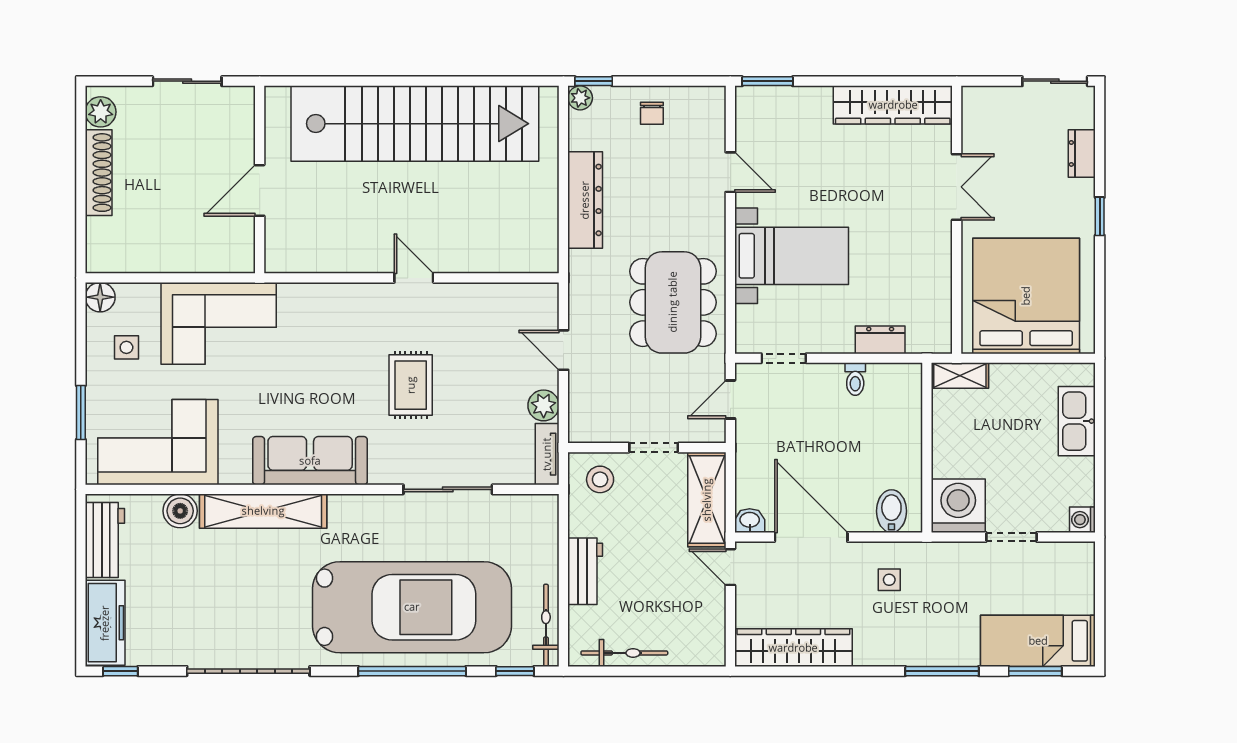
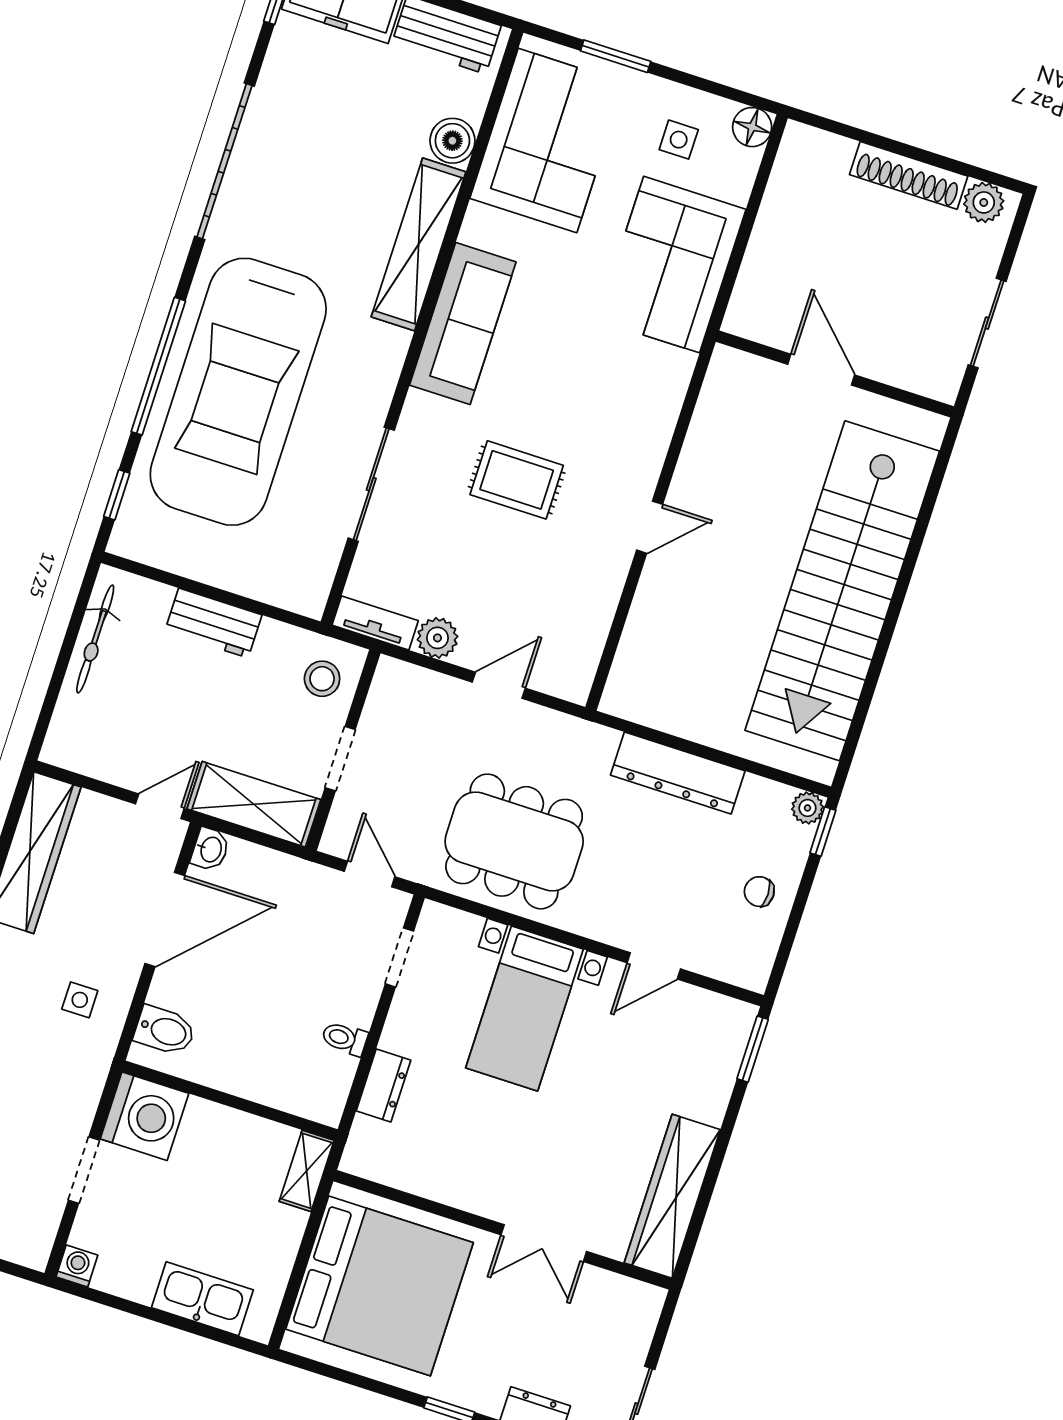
bicycle: (546, 625) -> (161, 552), removed

